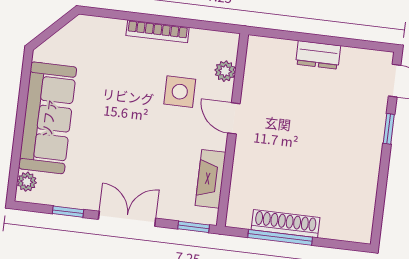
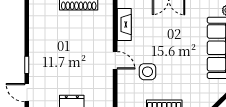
plant: (225, 71) -> (123, 86), removed

